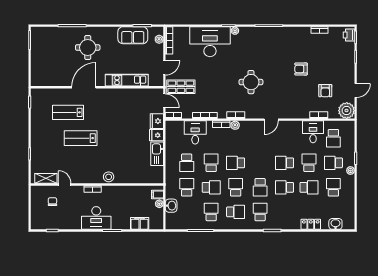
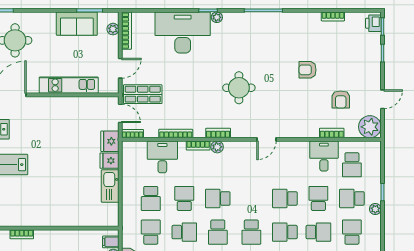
stool: (109, 177) -> (44, 218), removed
school desk: (236, 187) -> (218, 232), turned 180

